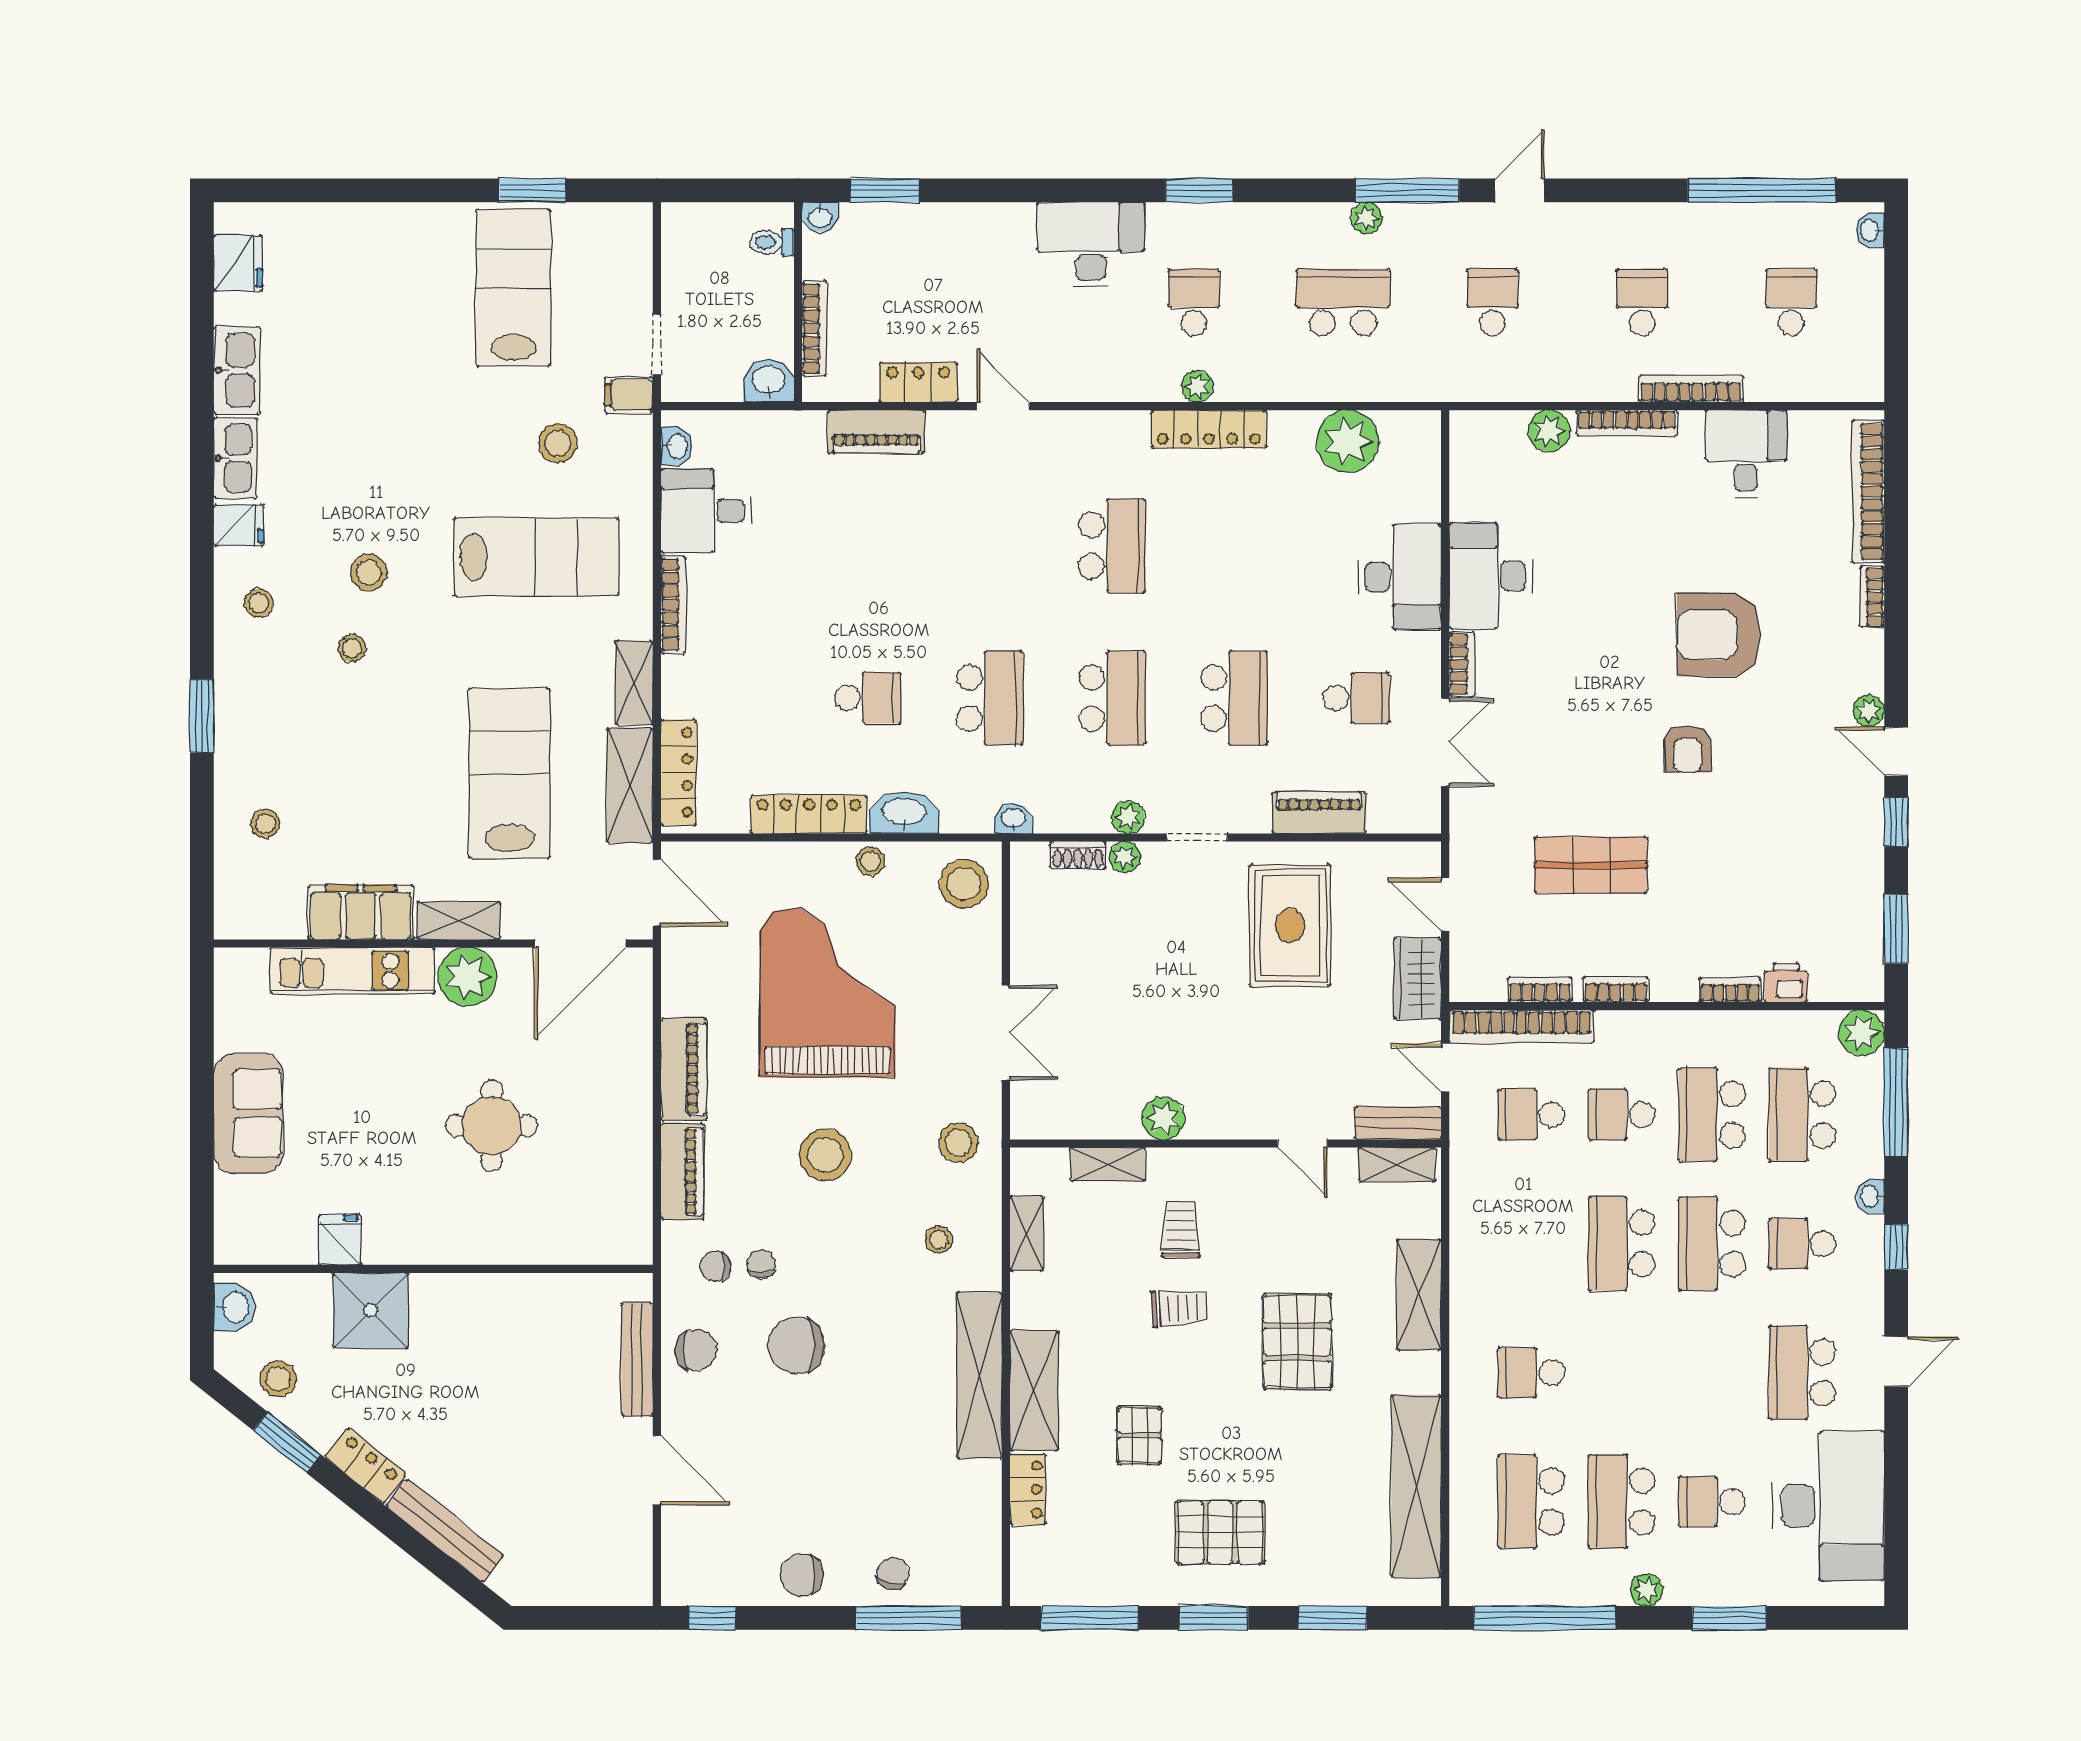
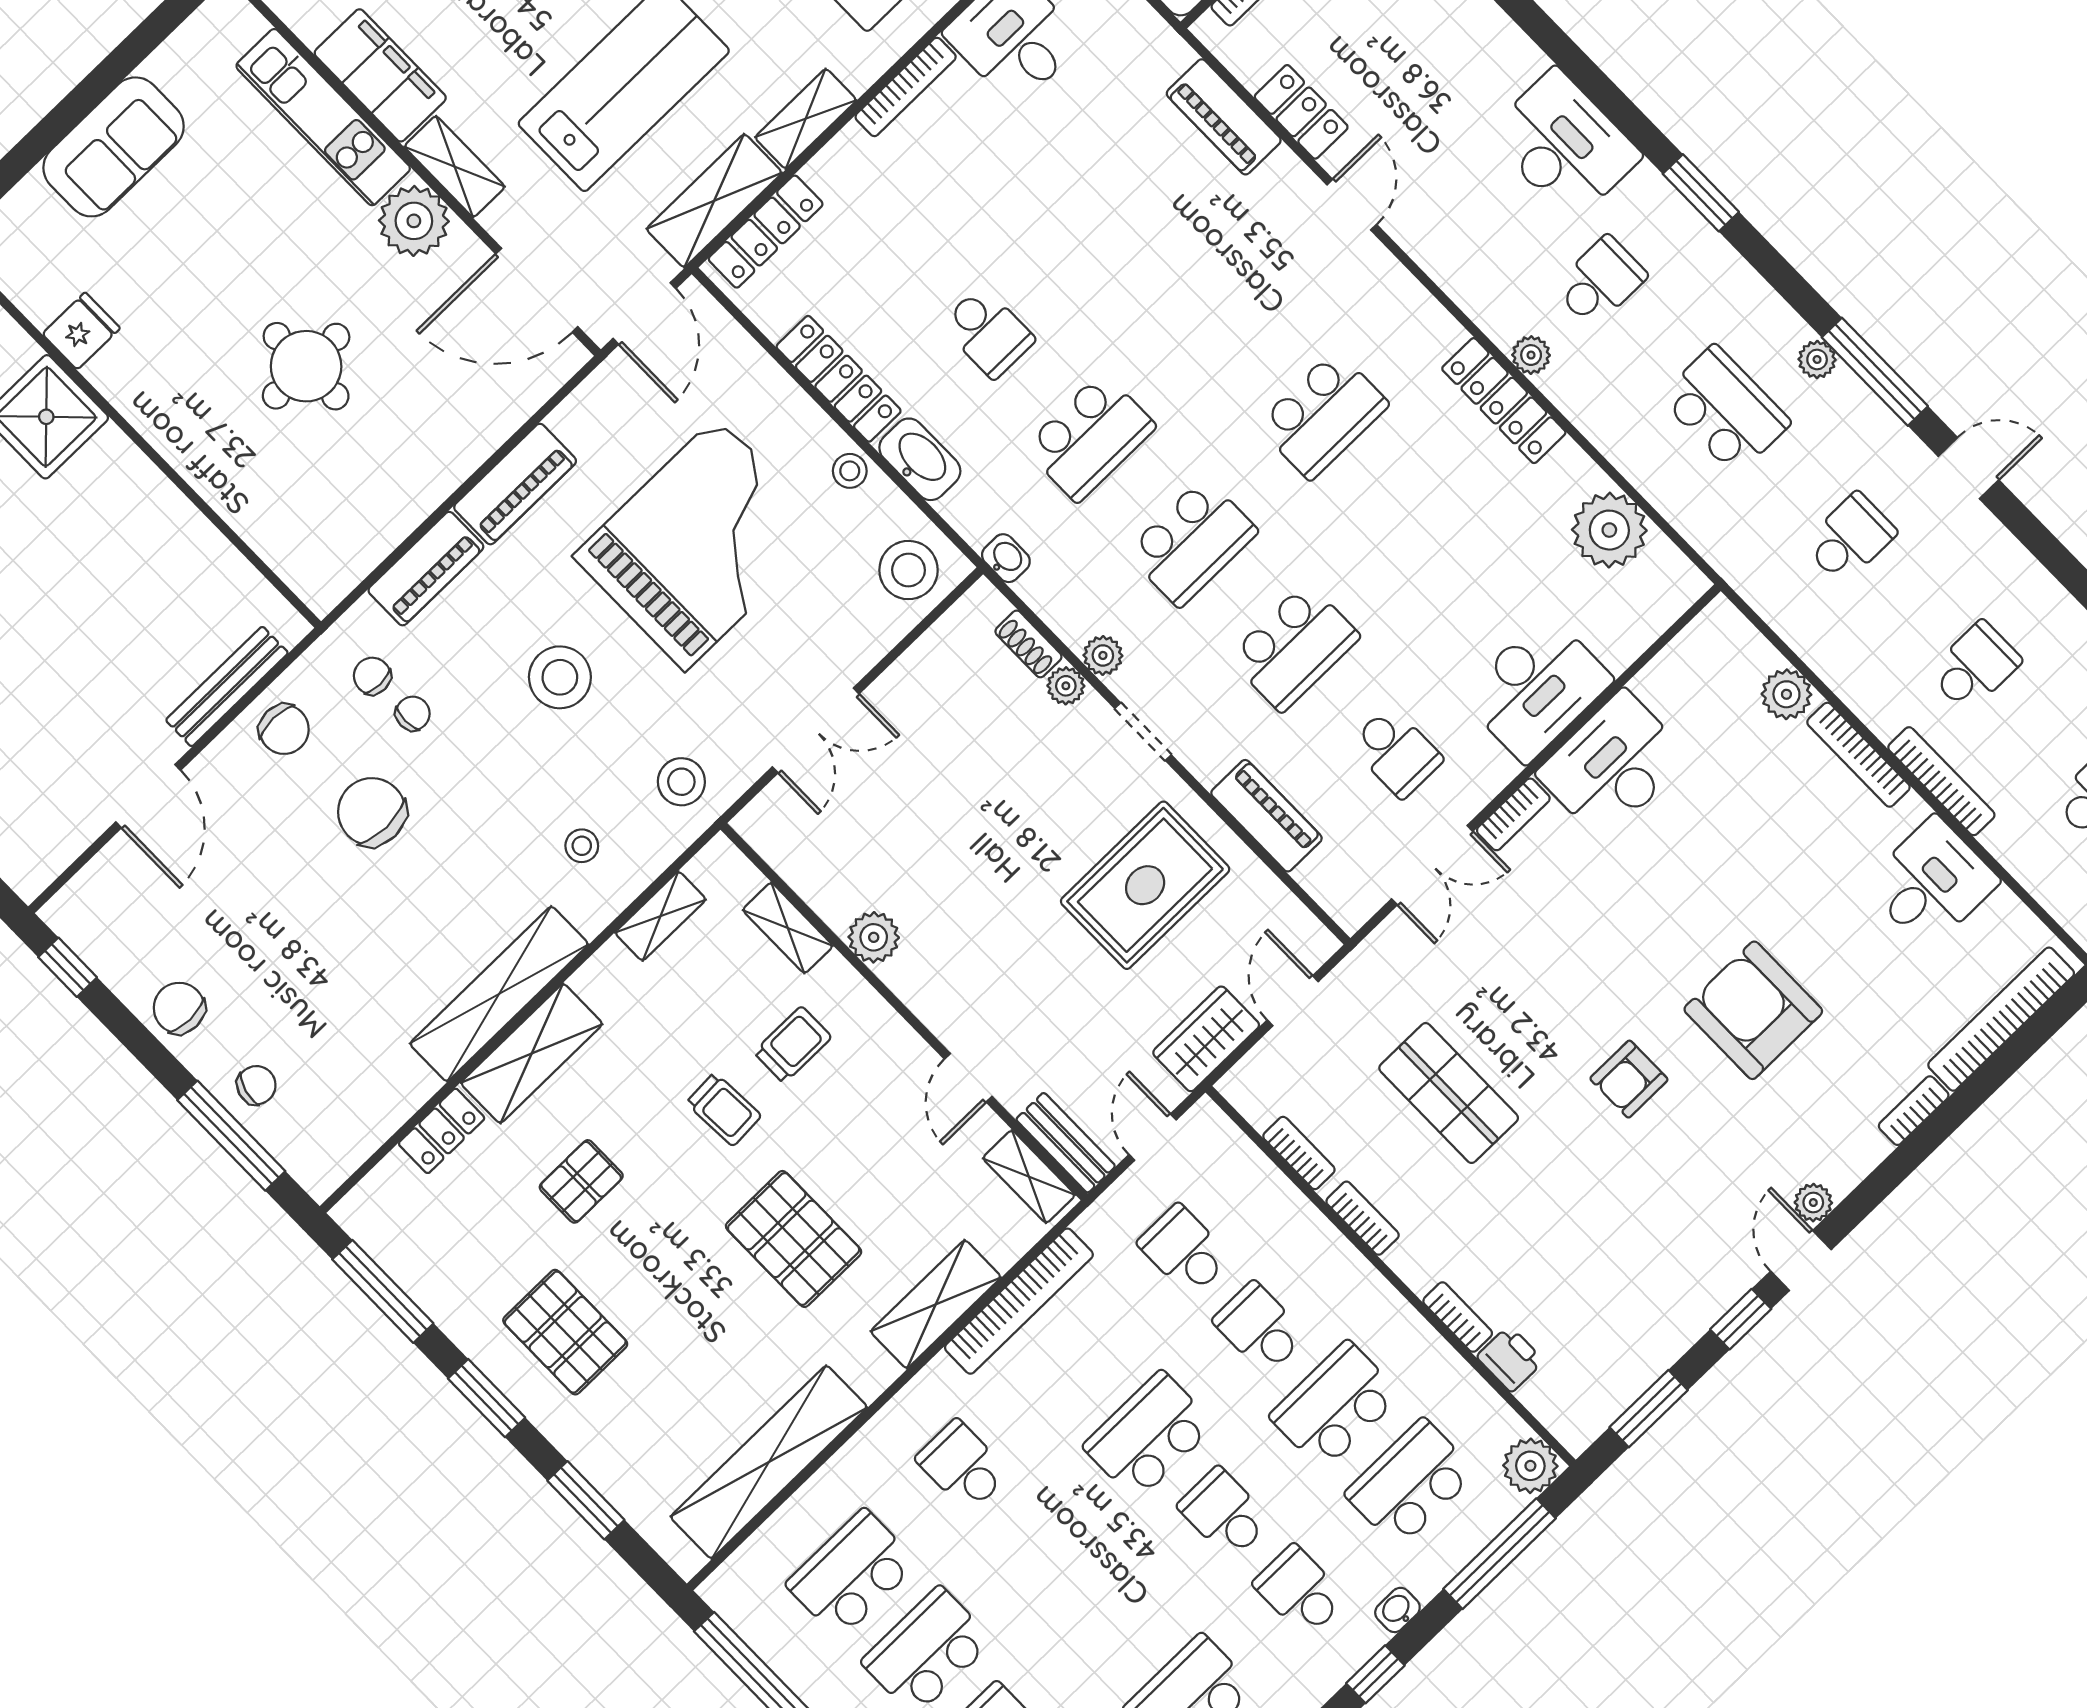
bookcase: (1522, 1027) -> (1019, 1301), moved, turned -90
school desk: (1712, 1244) -> (1224, 1513), width x0.54
pallet: (1297, 1342) -> (794, 1239), turned 90

